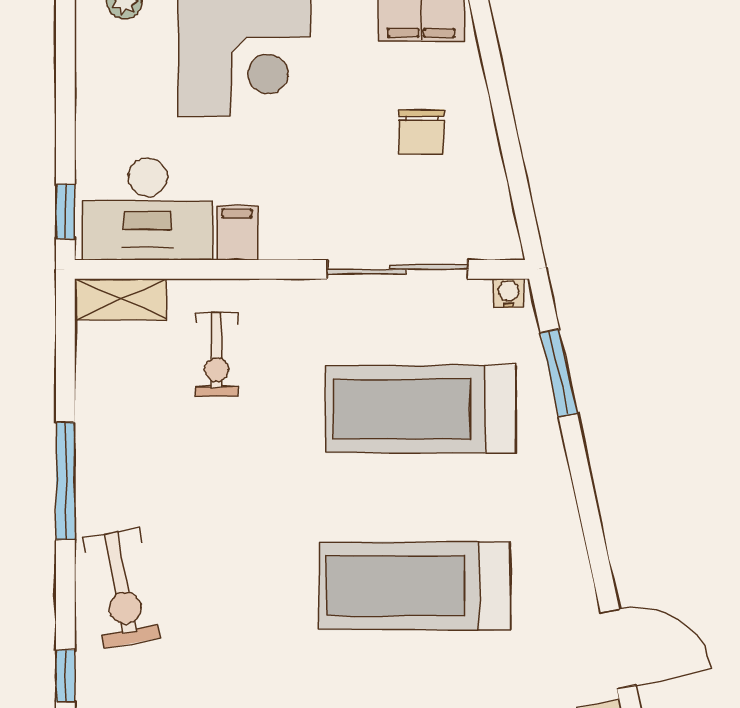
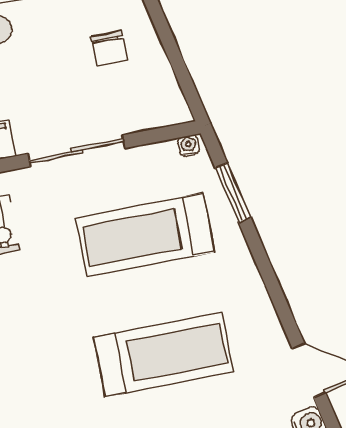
sliding door: (398, 269) -> (77, 151), moved
treadmill: (415, 586) -> (164, 355), turned 180

